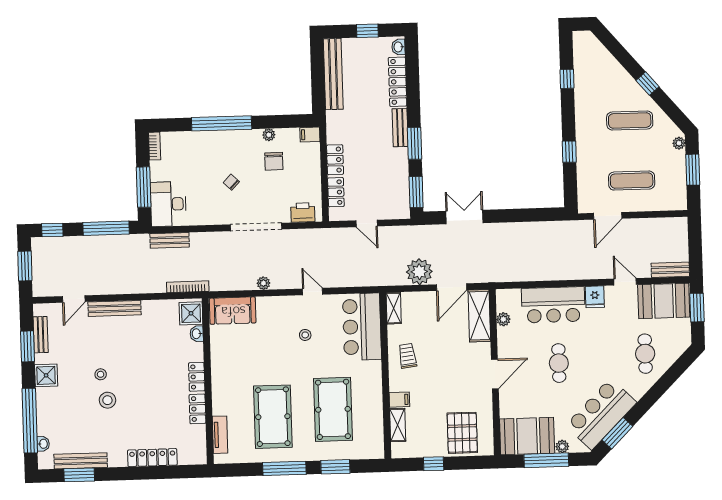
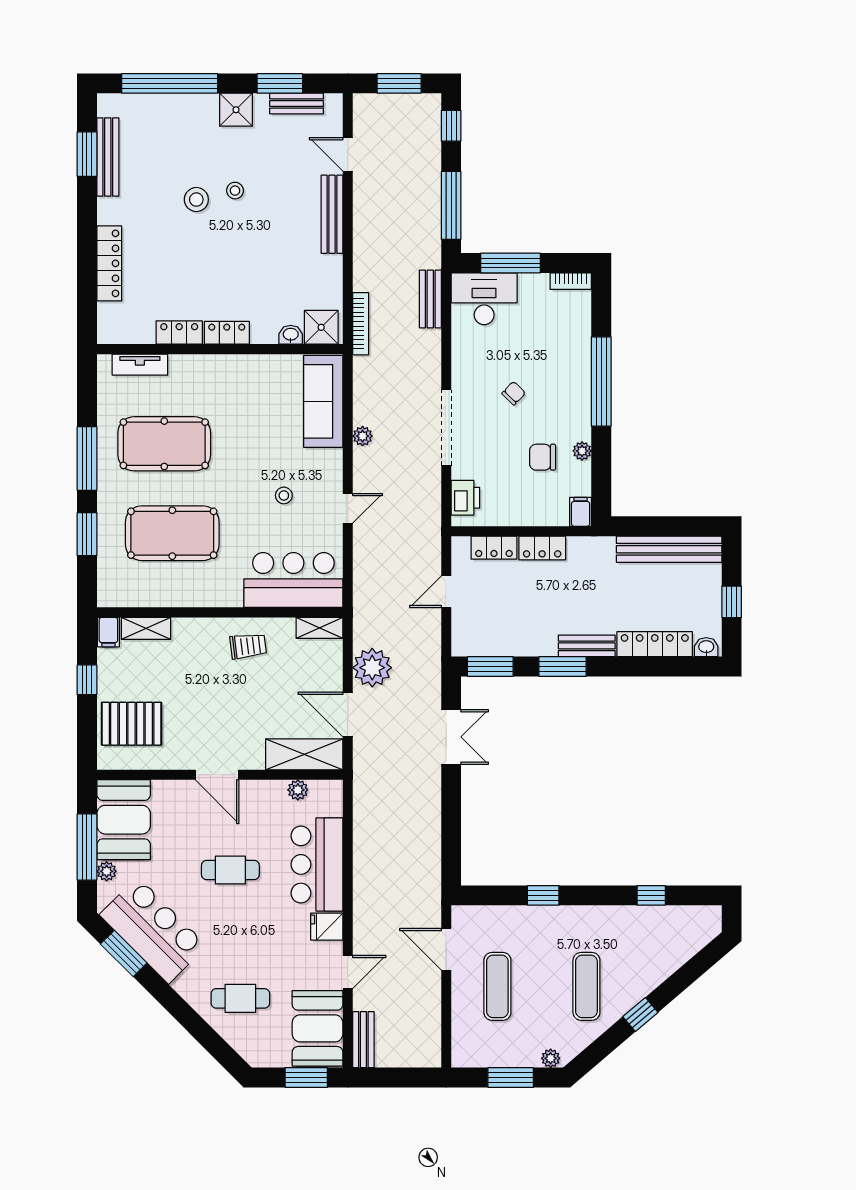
sofa: (233, 311) -> (323, 401), width x1.36
filing cabinet: (399, 400) -> (108, 632), moved
washbasin: (43, 444) -> (135, 102), removed

